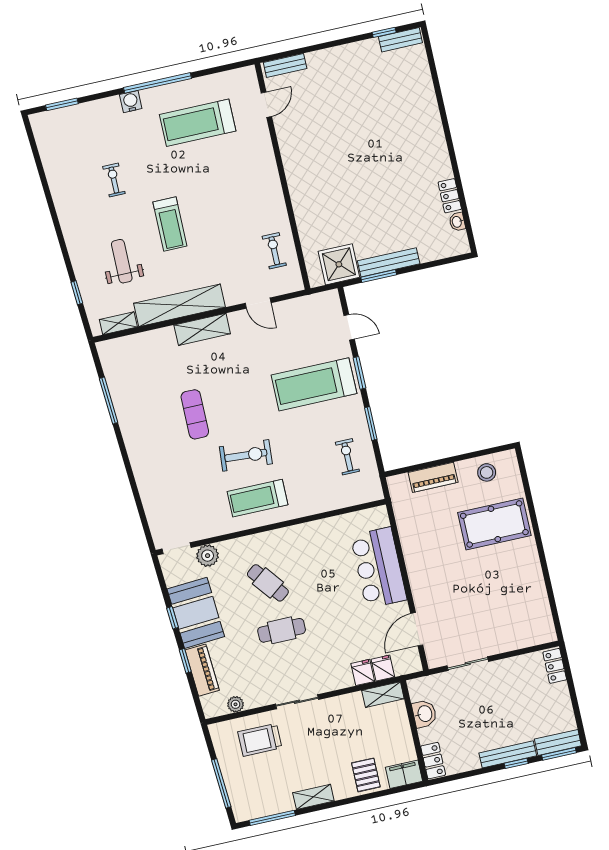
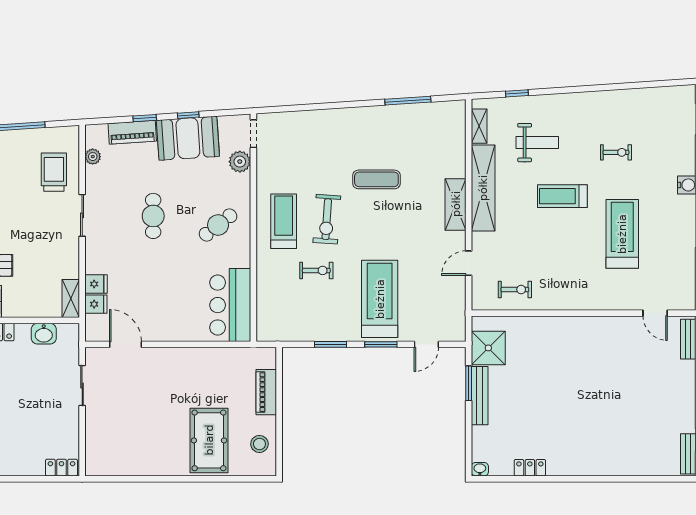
treadmill: (198, 123) -> (622, 234), moved
washbasin: (457, 222) -> (480, 469), moved
exercise bike: (347, 457) -> (316, 270), moved
bar counter: (379, 568) -> (230, 305), moved, turned -90
cafe table: (268, 583) -> (218, 225), moved

